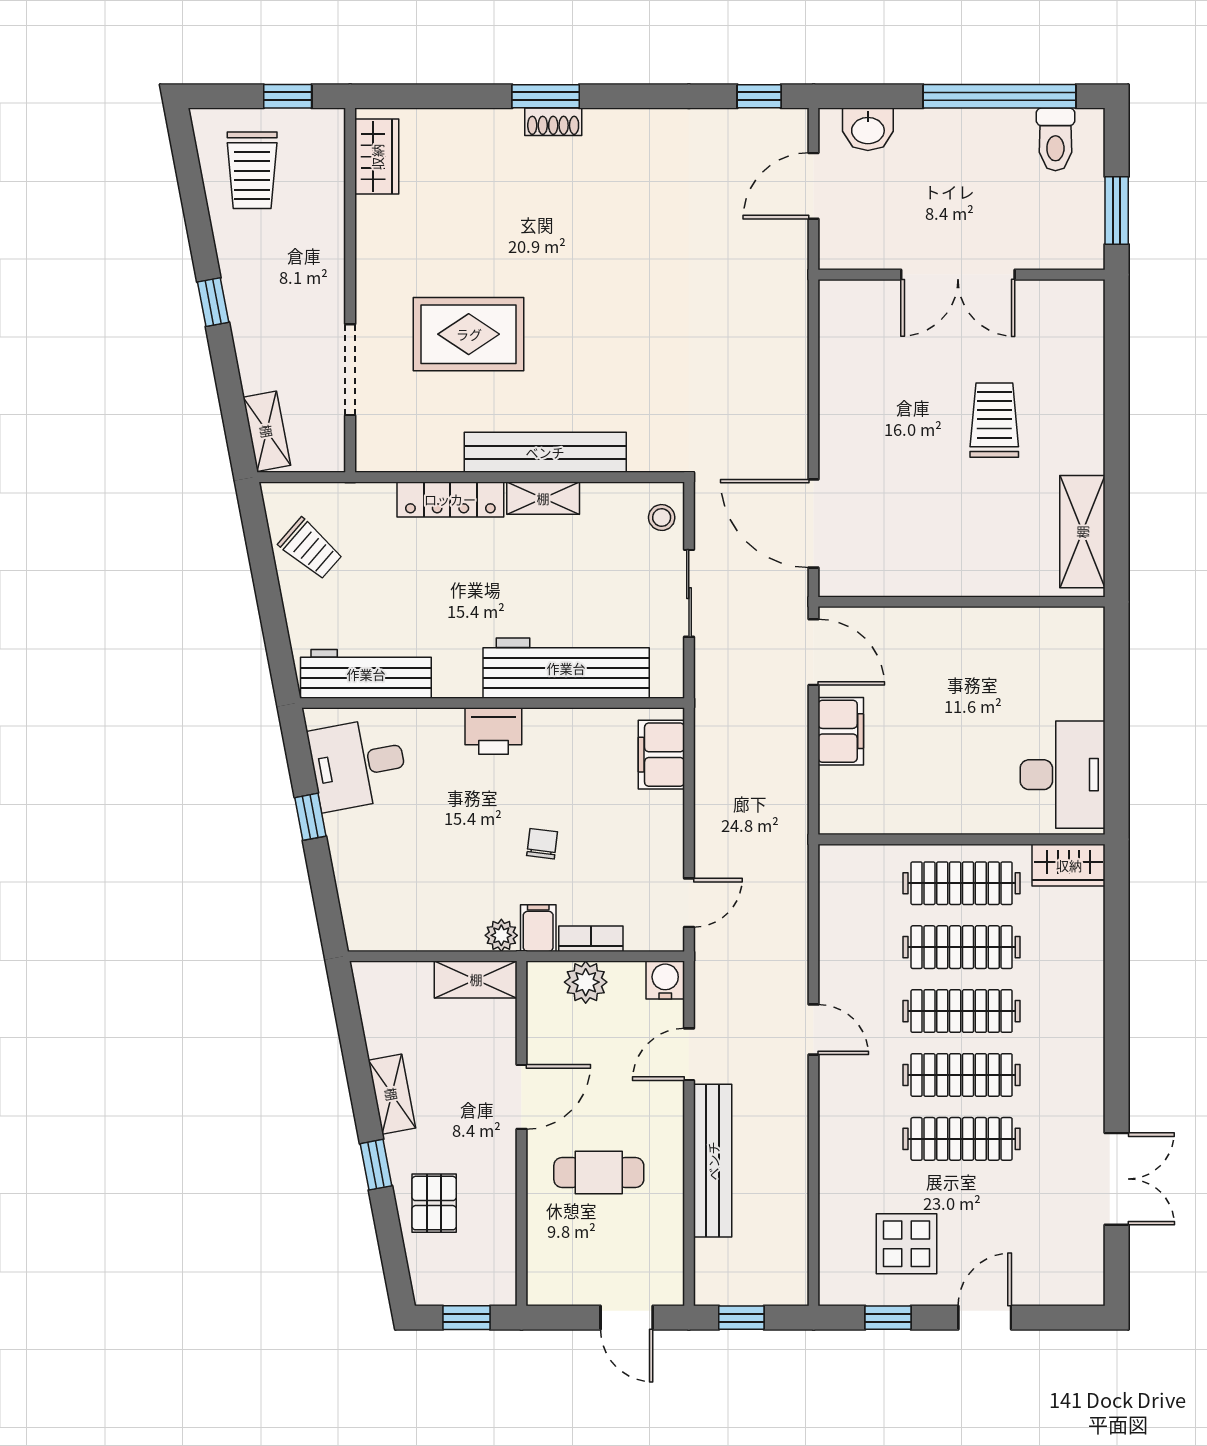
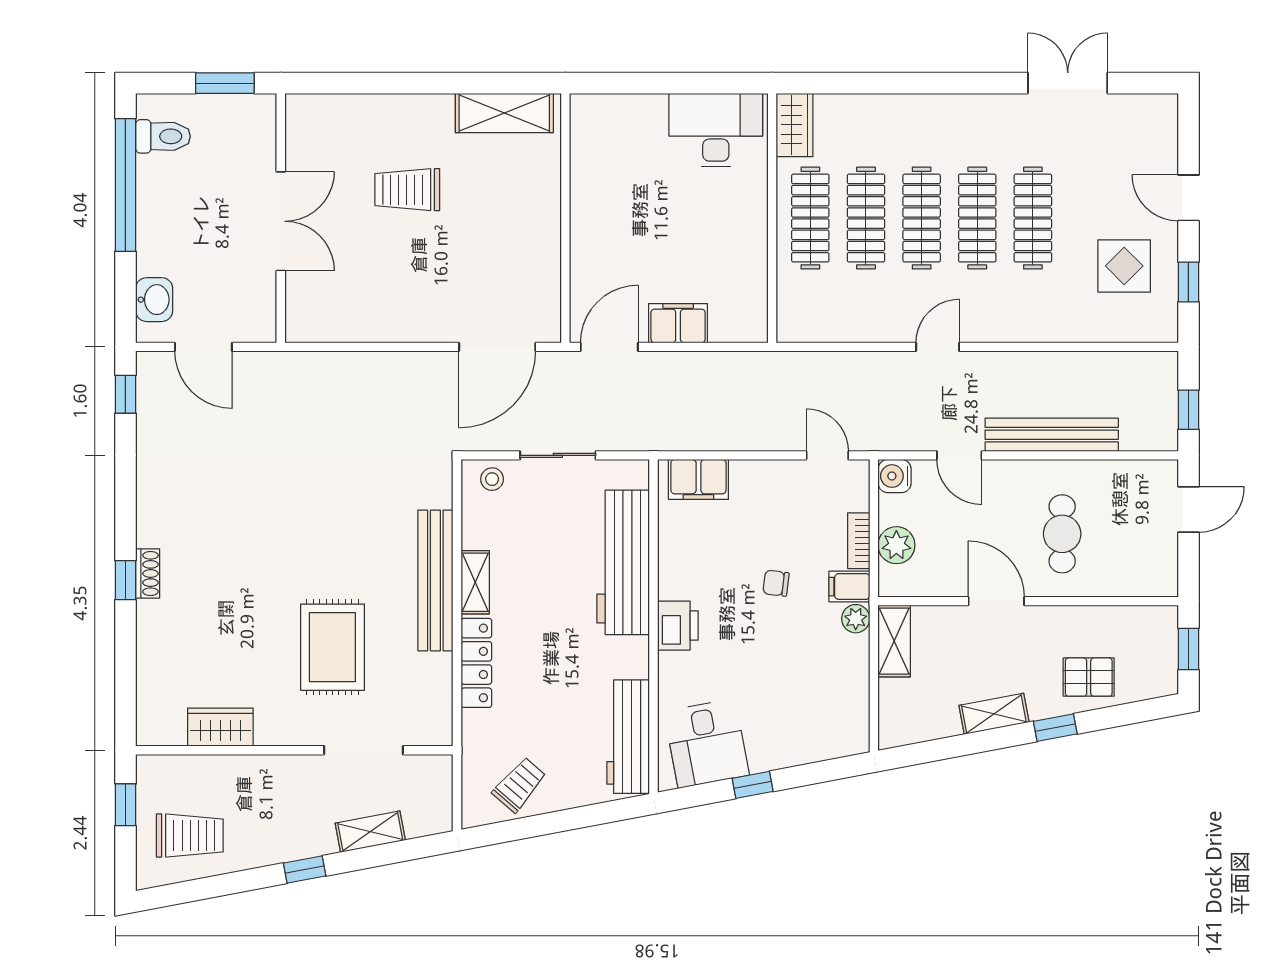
window: (546, 96) -> (125, 580), width x0.67
wardrobe: (377, 157) -> (220, 727), moved
shelving: (267, 431) -> (370, 832), moved

